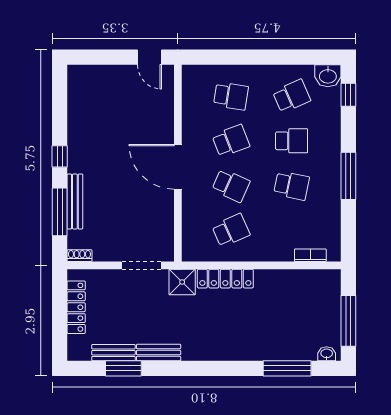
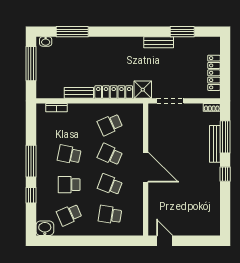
window: (348, 95) -> (31, 195), moved
school desk: (231, 141) -> (110, 185), turned 42
bench: (113, 353) -> (79, 93), moved

